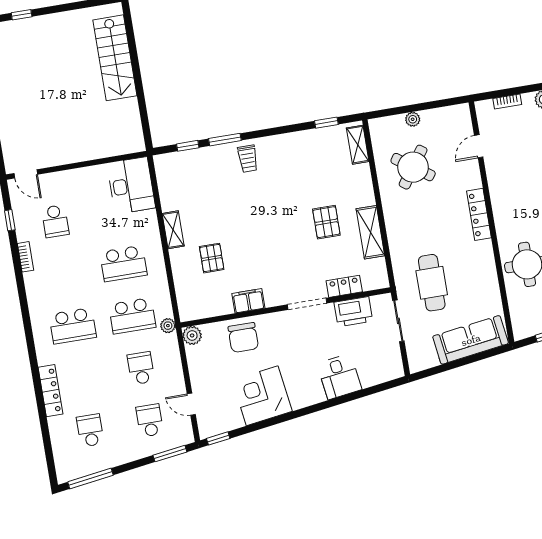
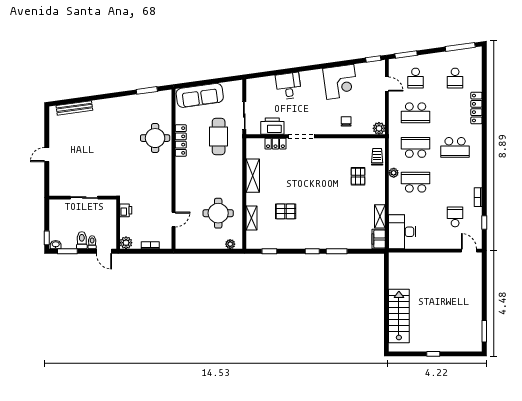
window: (22, 15) -> (433, 354), moved
plant: (413, 119) -> (230, 244), moved
shelving: (358, 145) -> (251, 218), moved
window: (188, 146) -> (312, 251), moved
trolley: (248, 159) -> (377, 157), moved
round table: (413, 167) -> (218, 213), turned -35
locker: (479, 214) -> (181, 140), moved
pallet: (326, 222) -> (286, 211), moved, turned 90
shelving: (173, 230) -> (380, 216), moved
filing cabinet: (248, 301) -> (379, 239), moved, turned 90
school desk: (73, 326) -> (455, 147), turned 180
plant: (168, 326) -> (394, 173), moved
chair: (243, 338) -> (346, 121), width x0.54, depth x0.54
school desk: (141, 368) -> (416, 113), width x1.85

